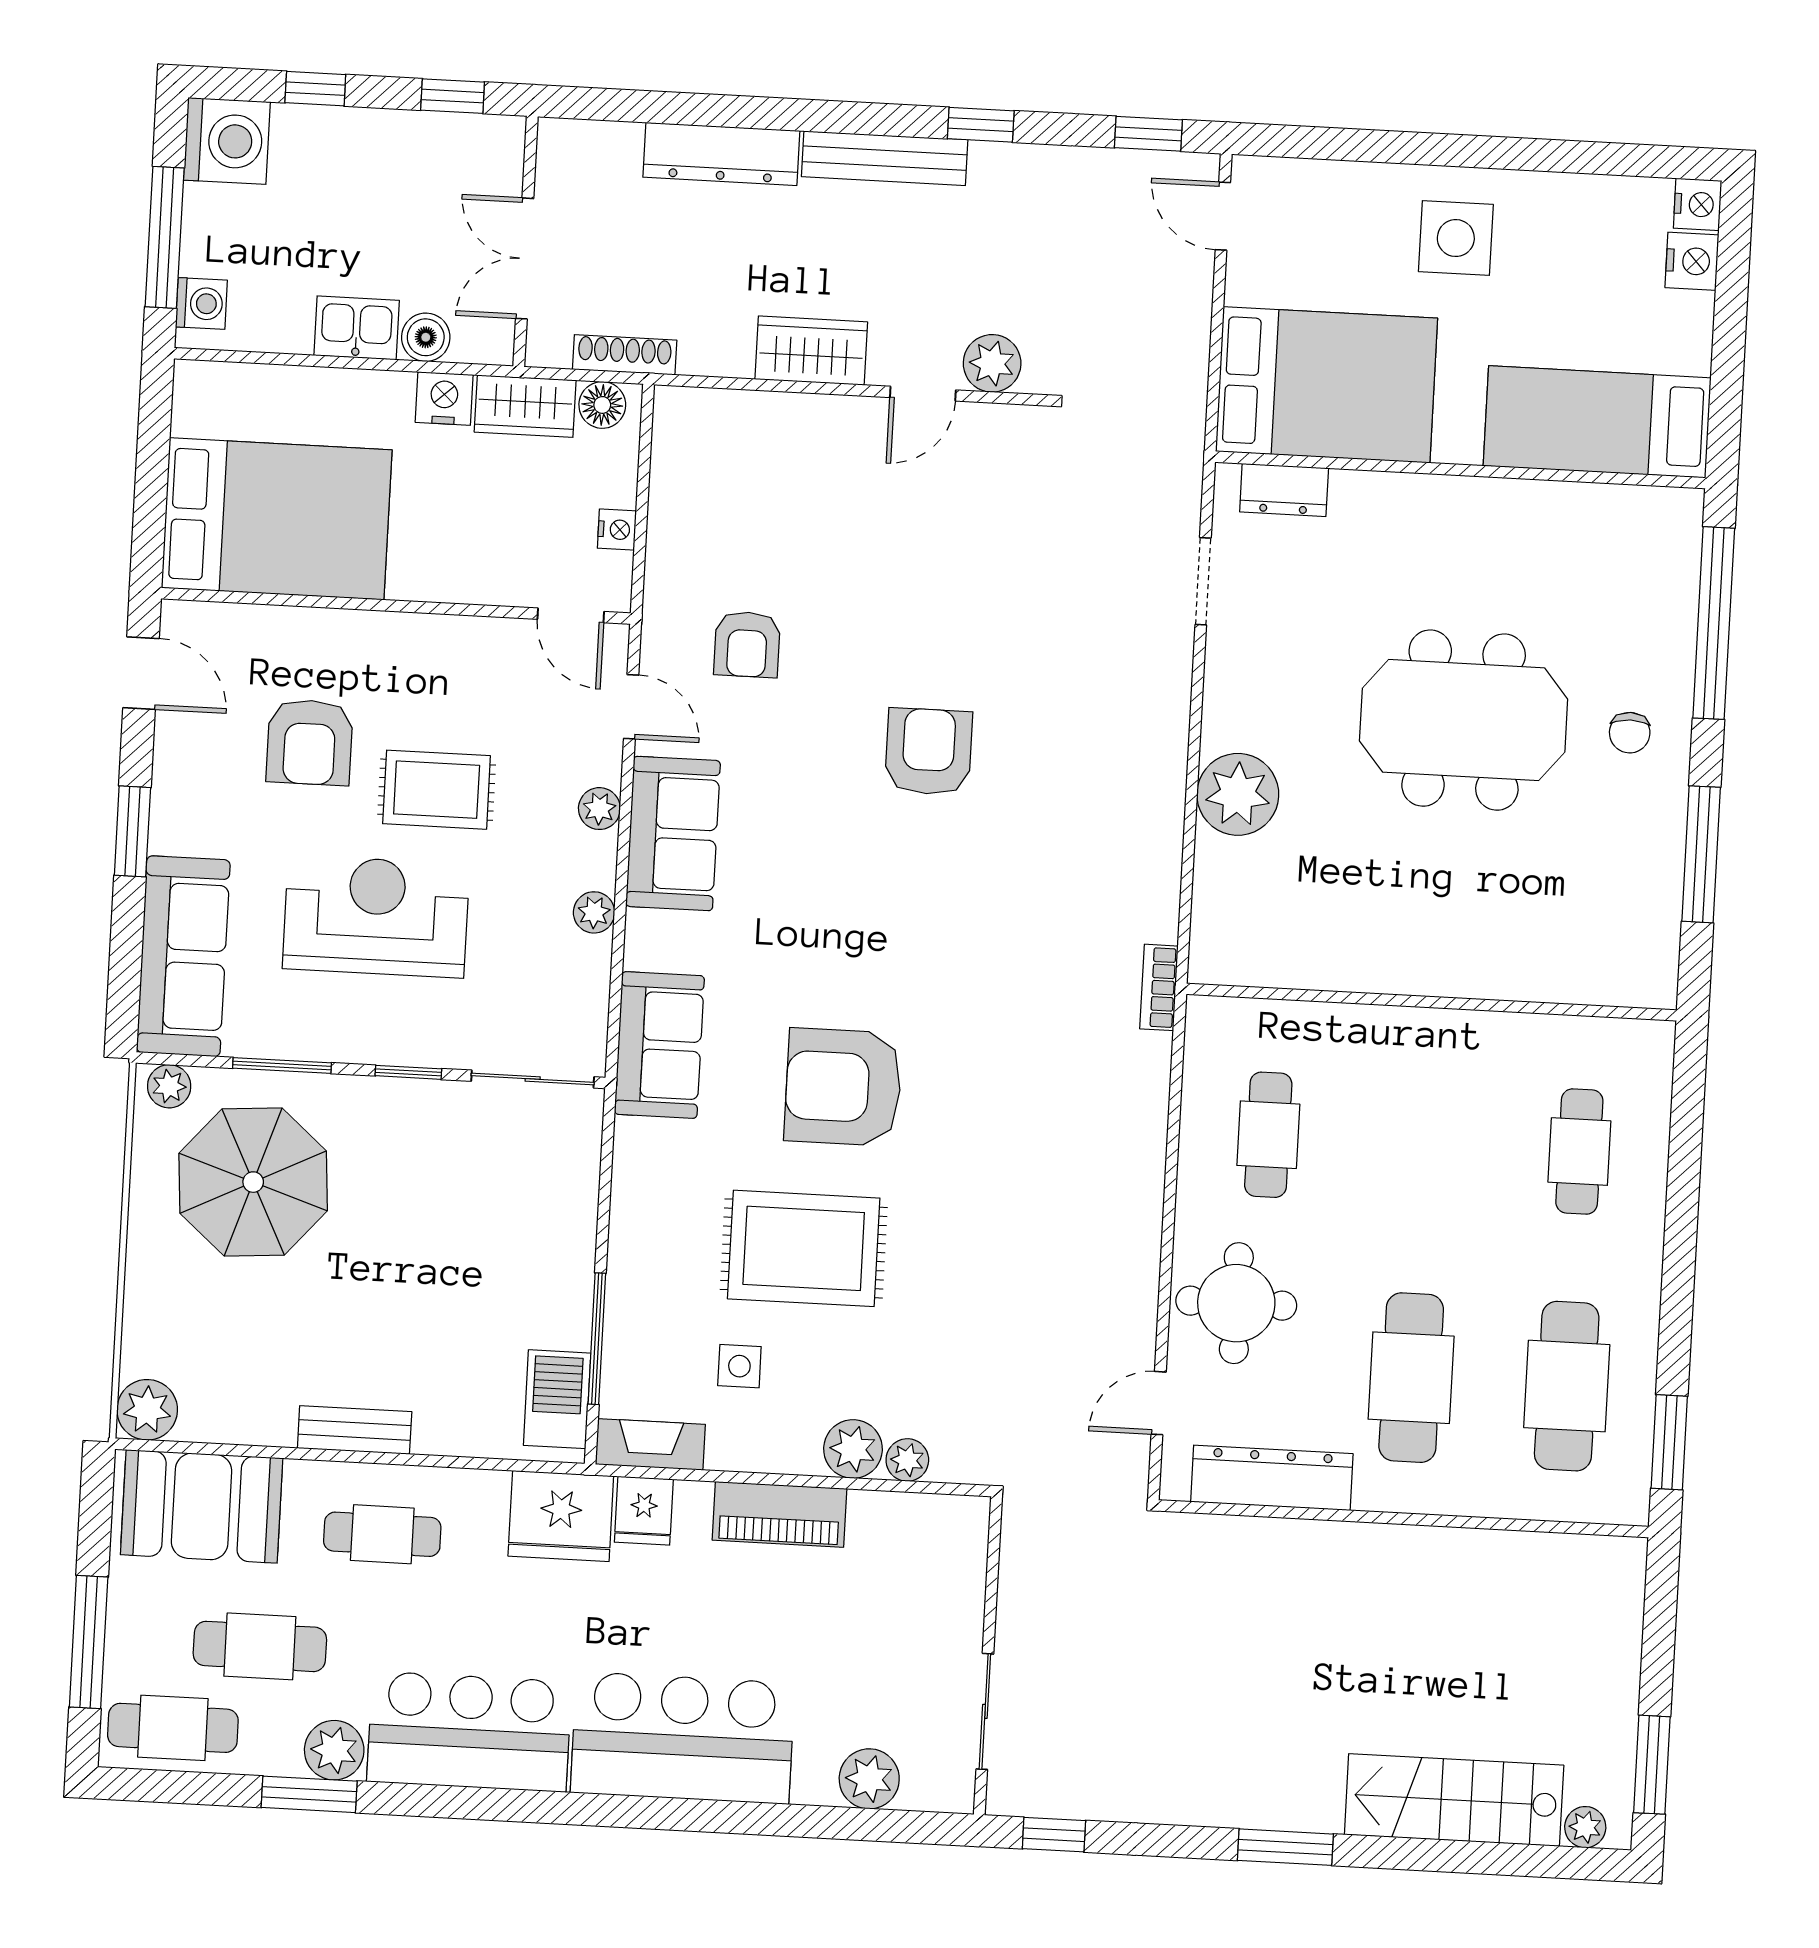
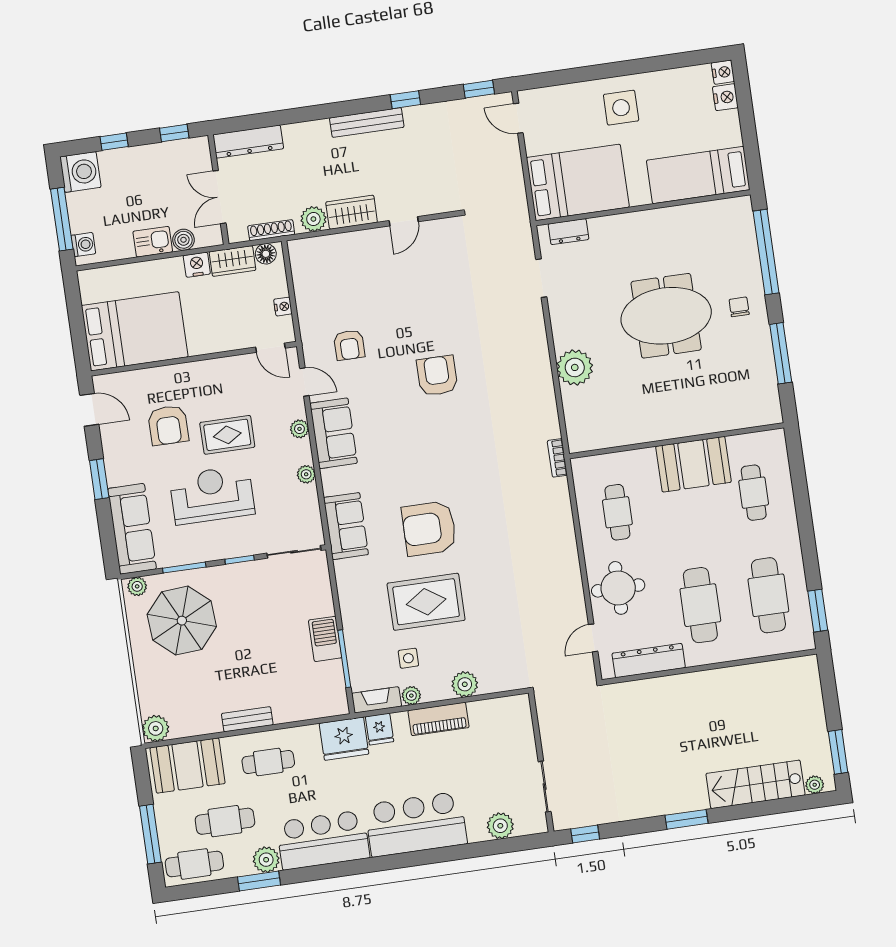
dresser: (721, 154) -> (248, 142), moved
plant: (992, 363) -> (313, 219), moved
chair: (1630, 733) -> (739, 307), turned 180
booth: (1458, 1062) -> (693, 464), added
barbecue: (557, 1399) -> (325, 639), moved
plant: (907, 1460) -> (411, 696), moved

